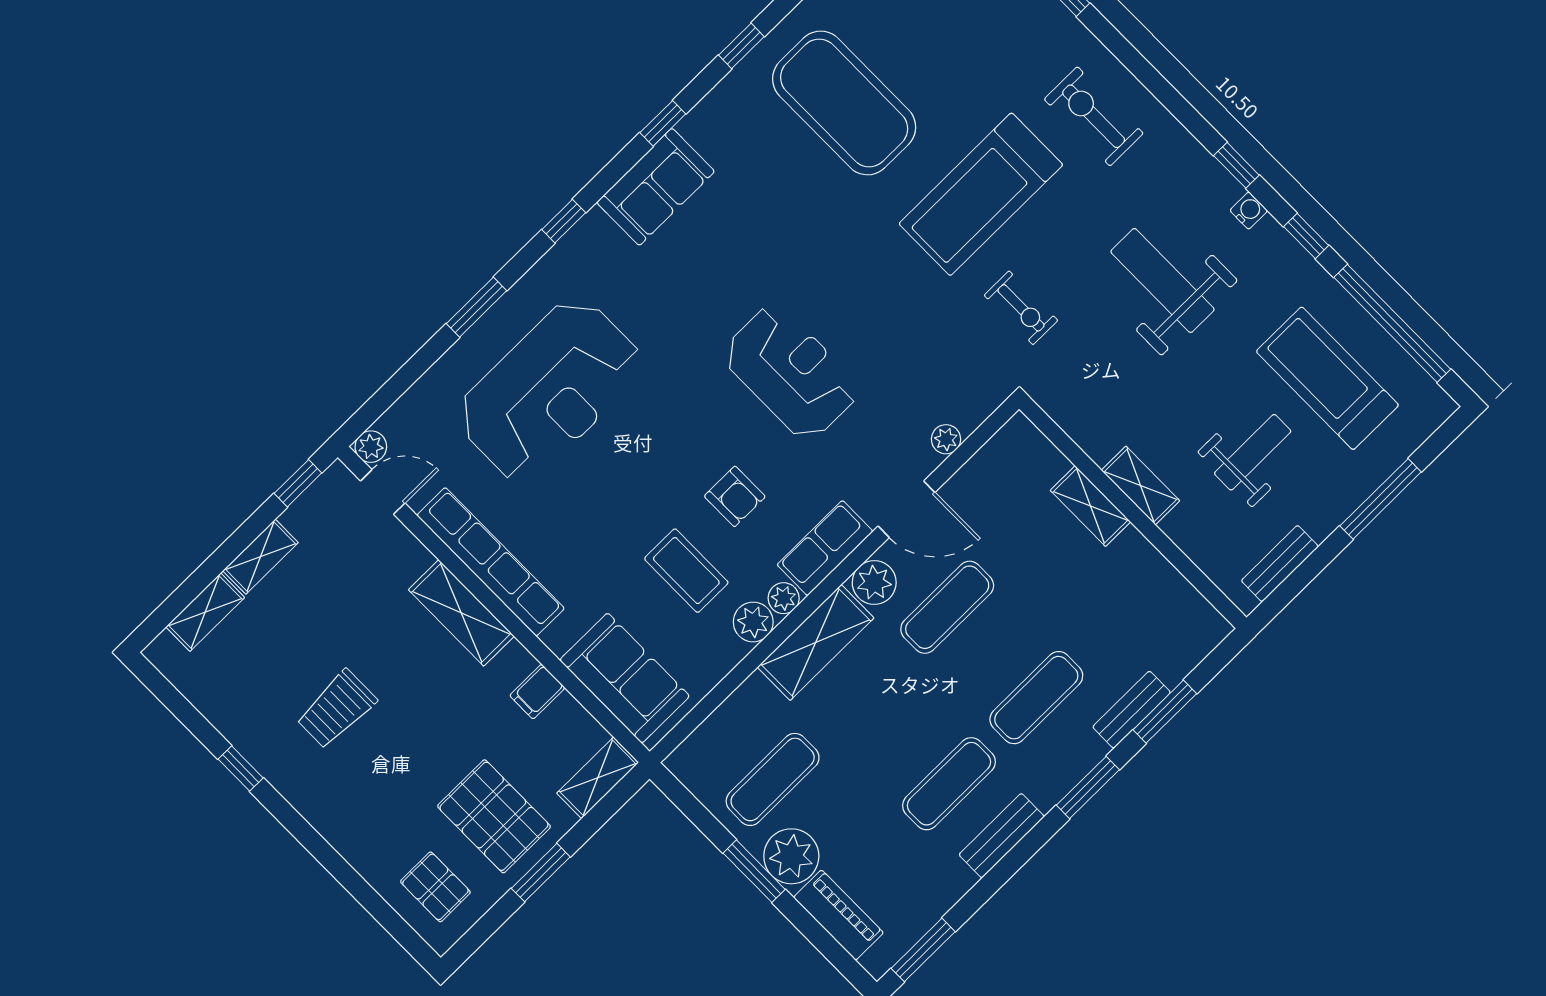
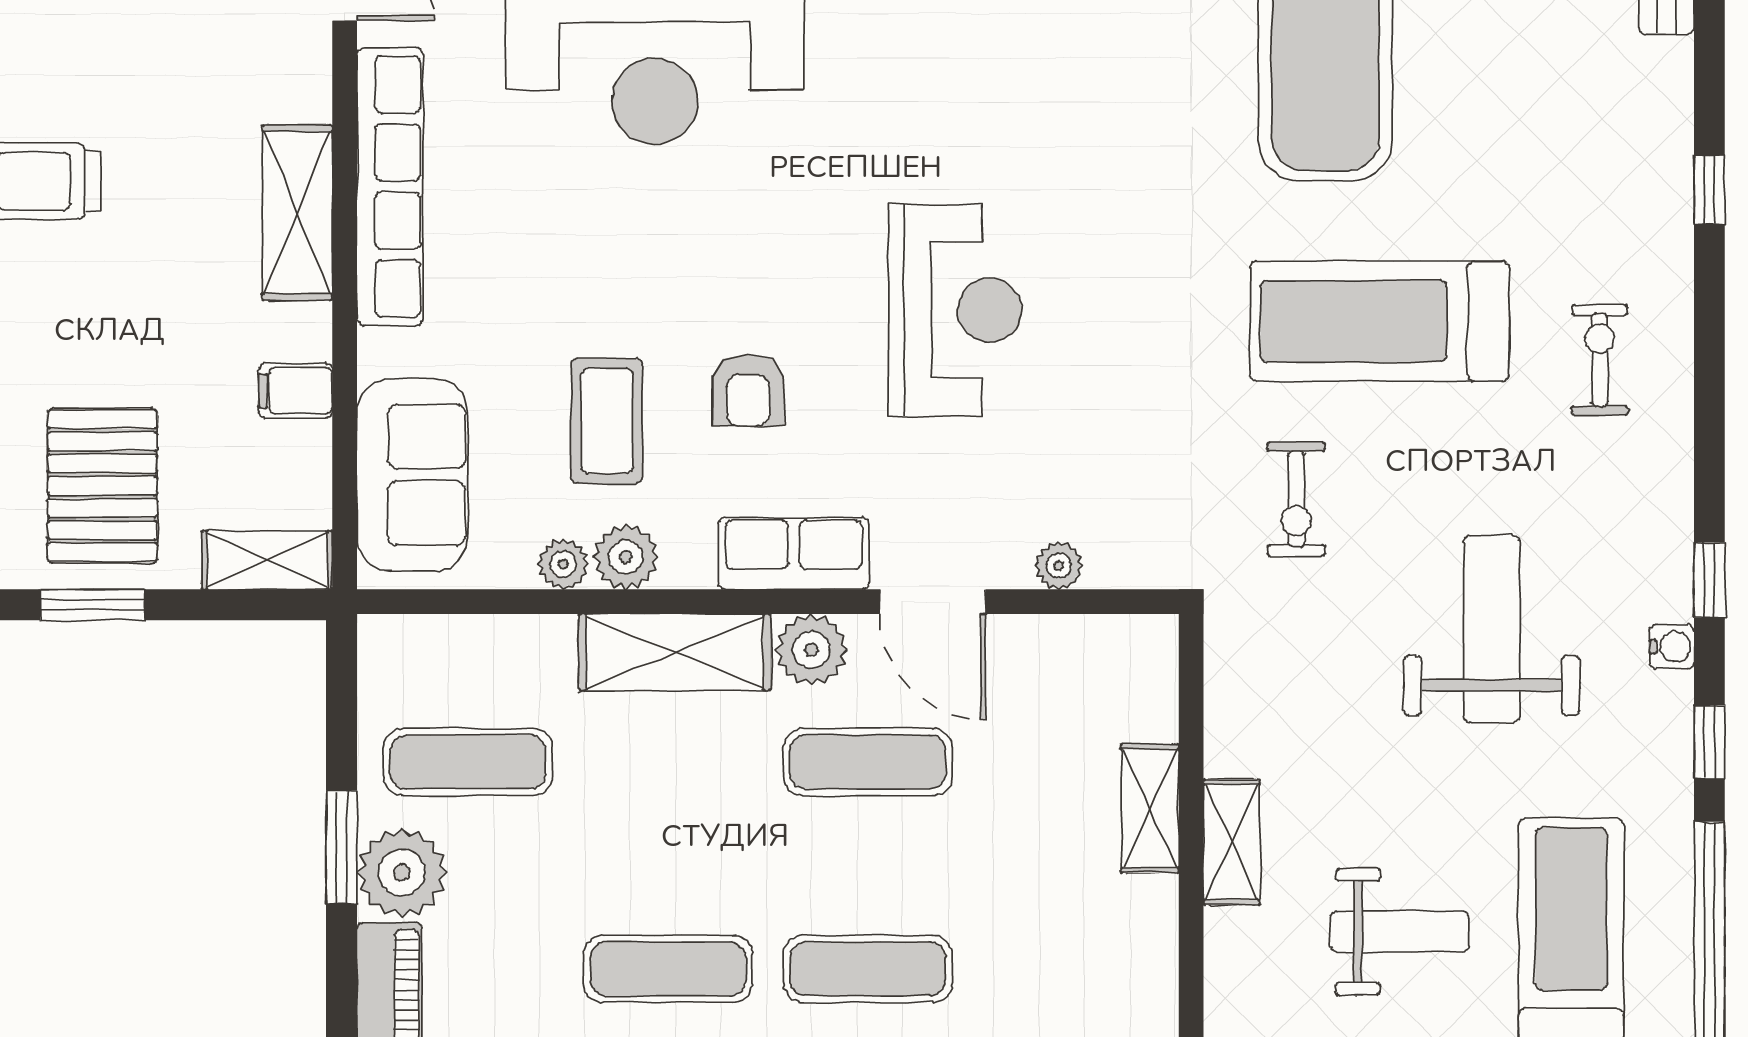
exercise bike: (1094, 116) -> (1600, 360), width x0.73, depth x0.72
plant: (784, 598) -> (563, 564), moved

